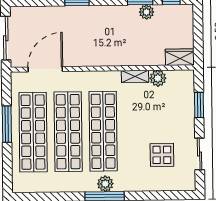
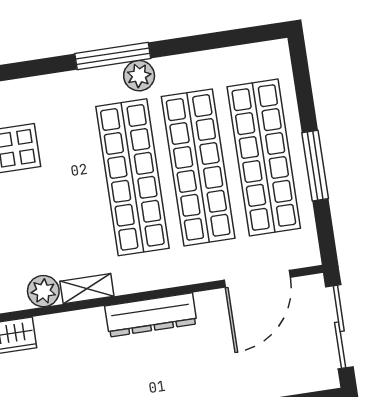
dresser: (103, 58) -> (151, 315), added
plant: (105, 184) -> (139, 76), moved

